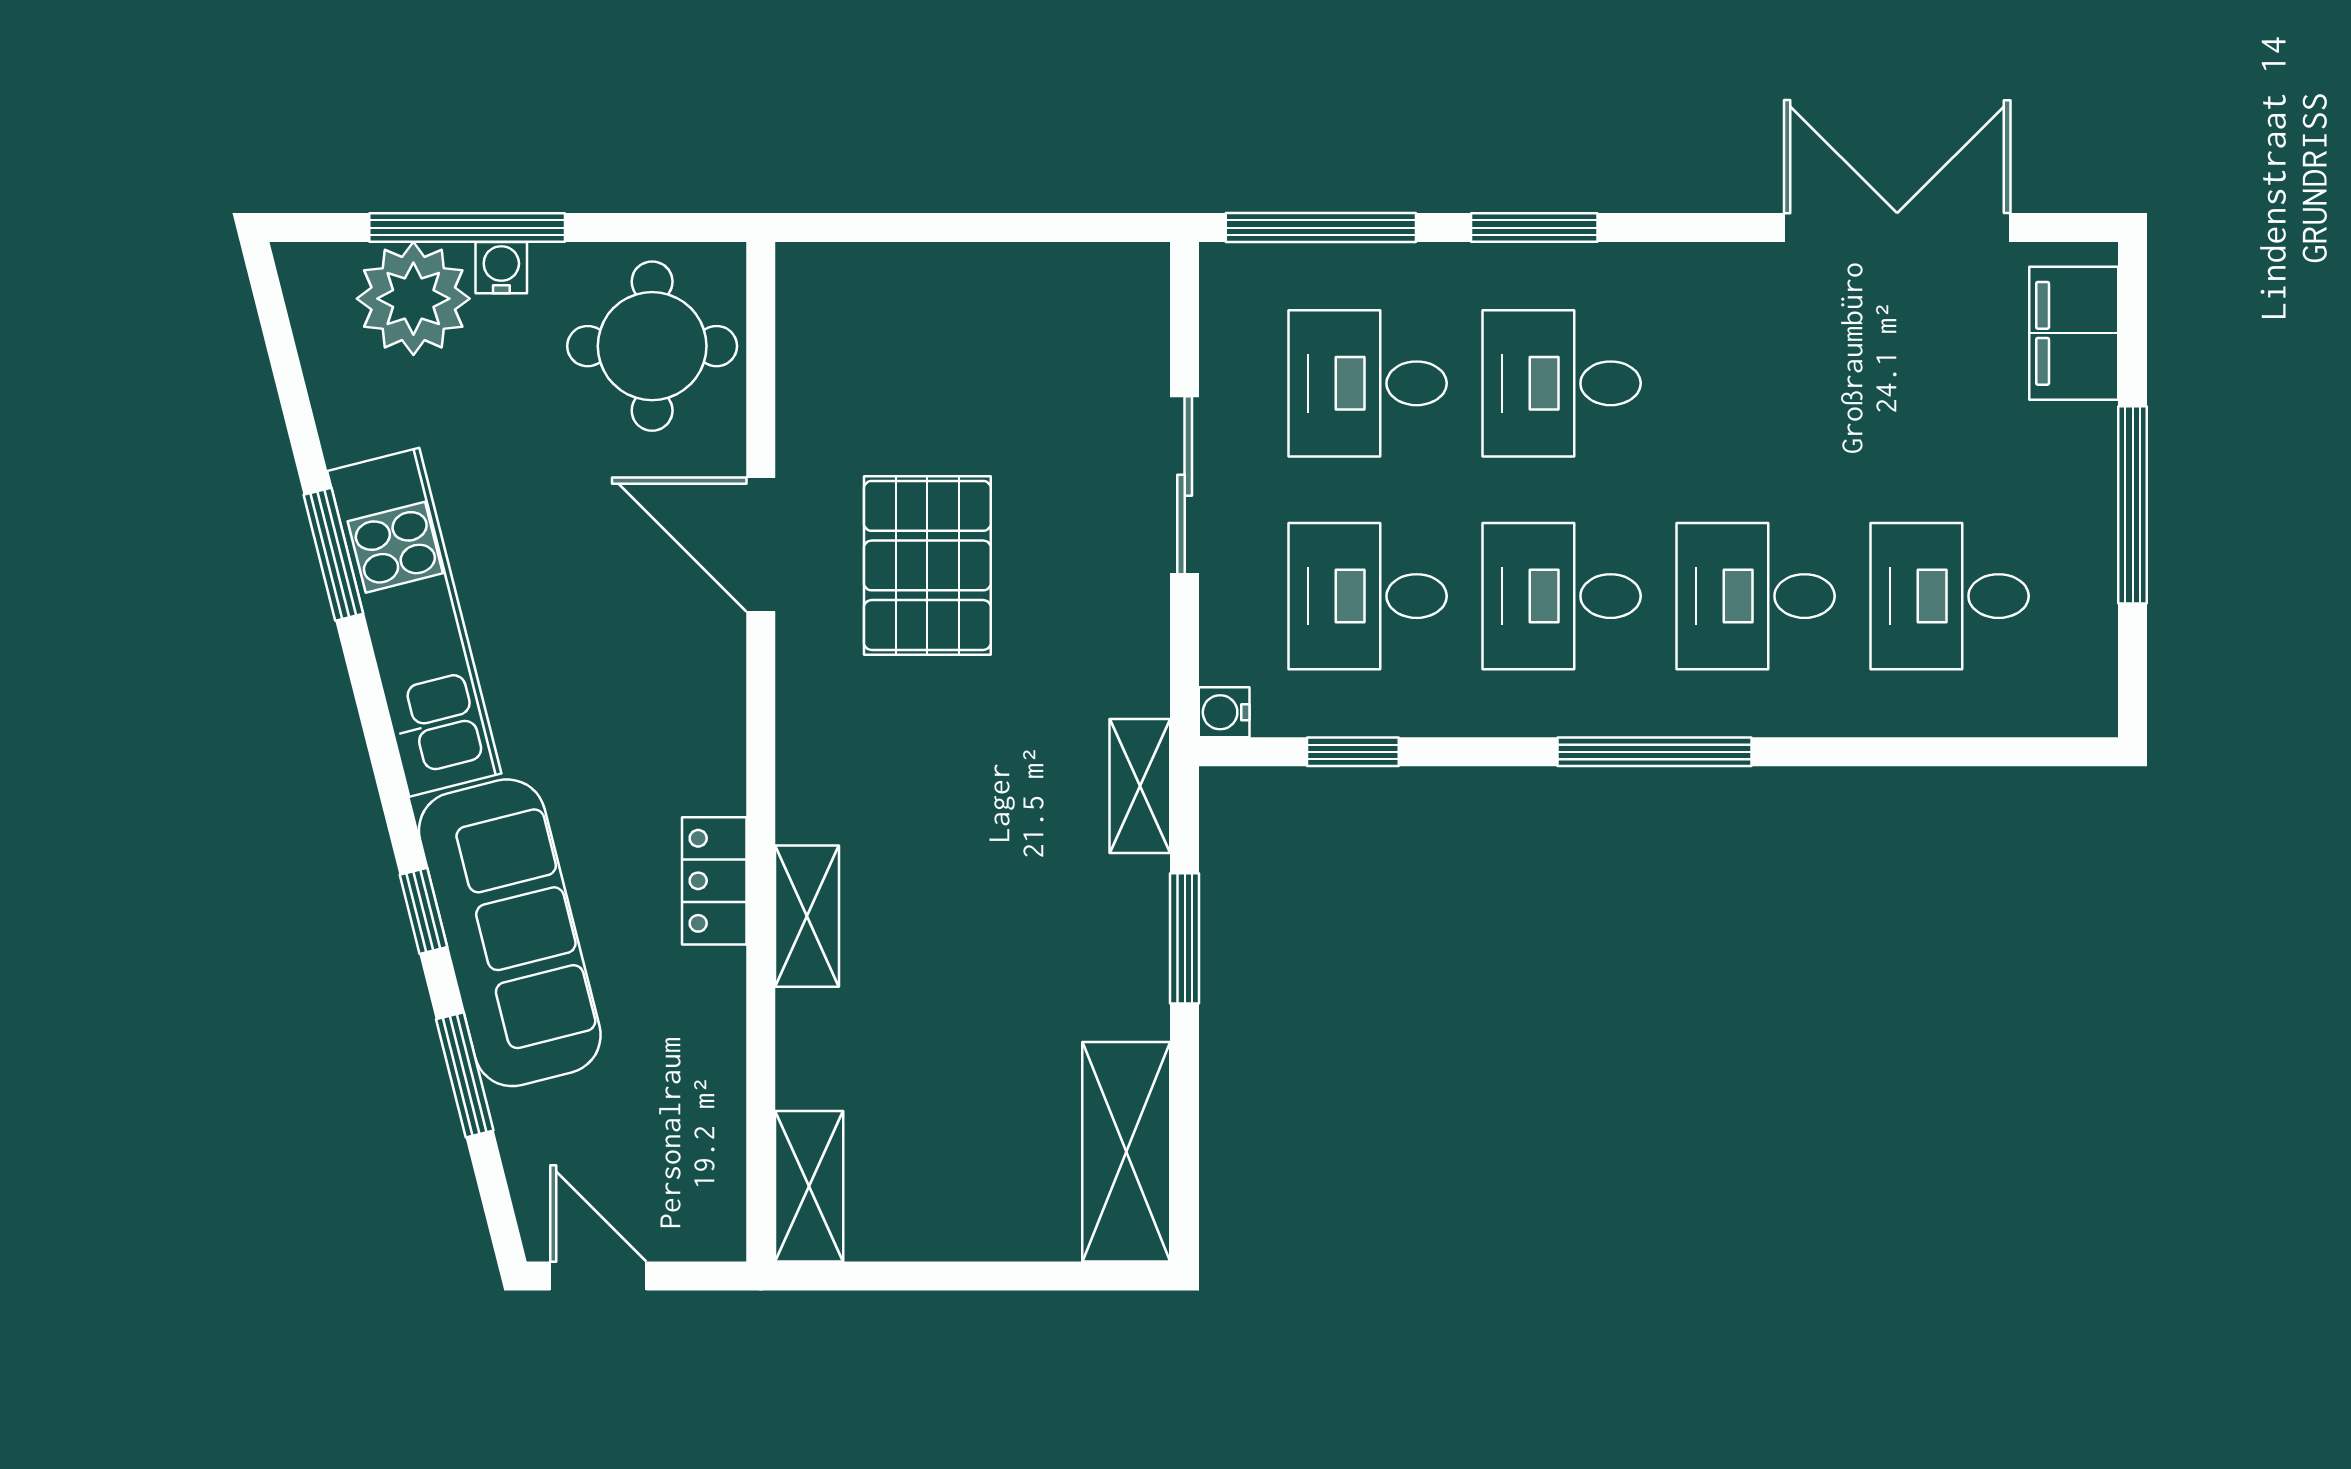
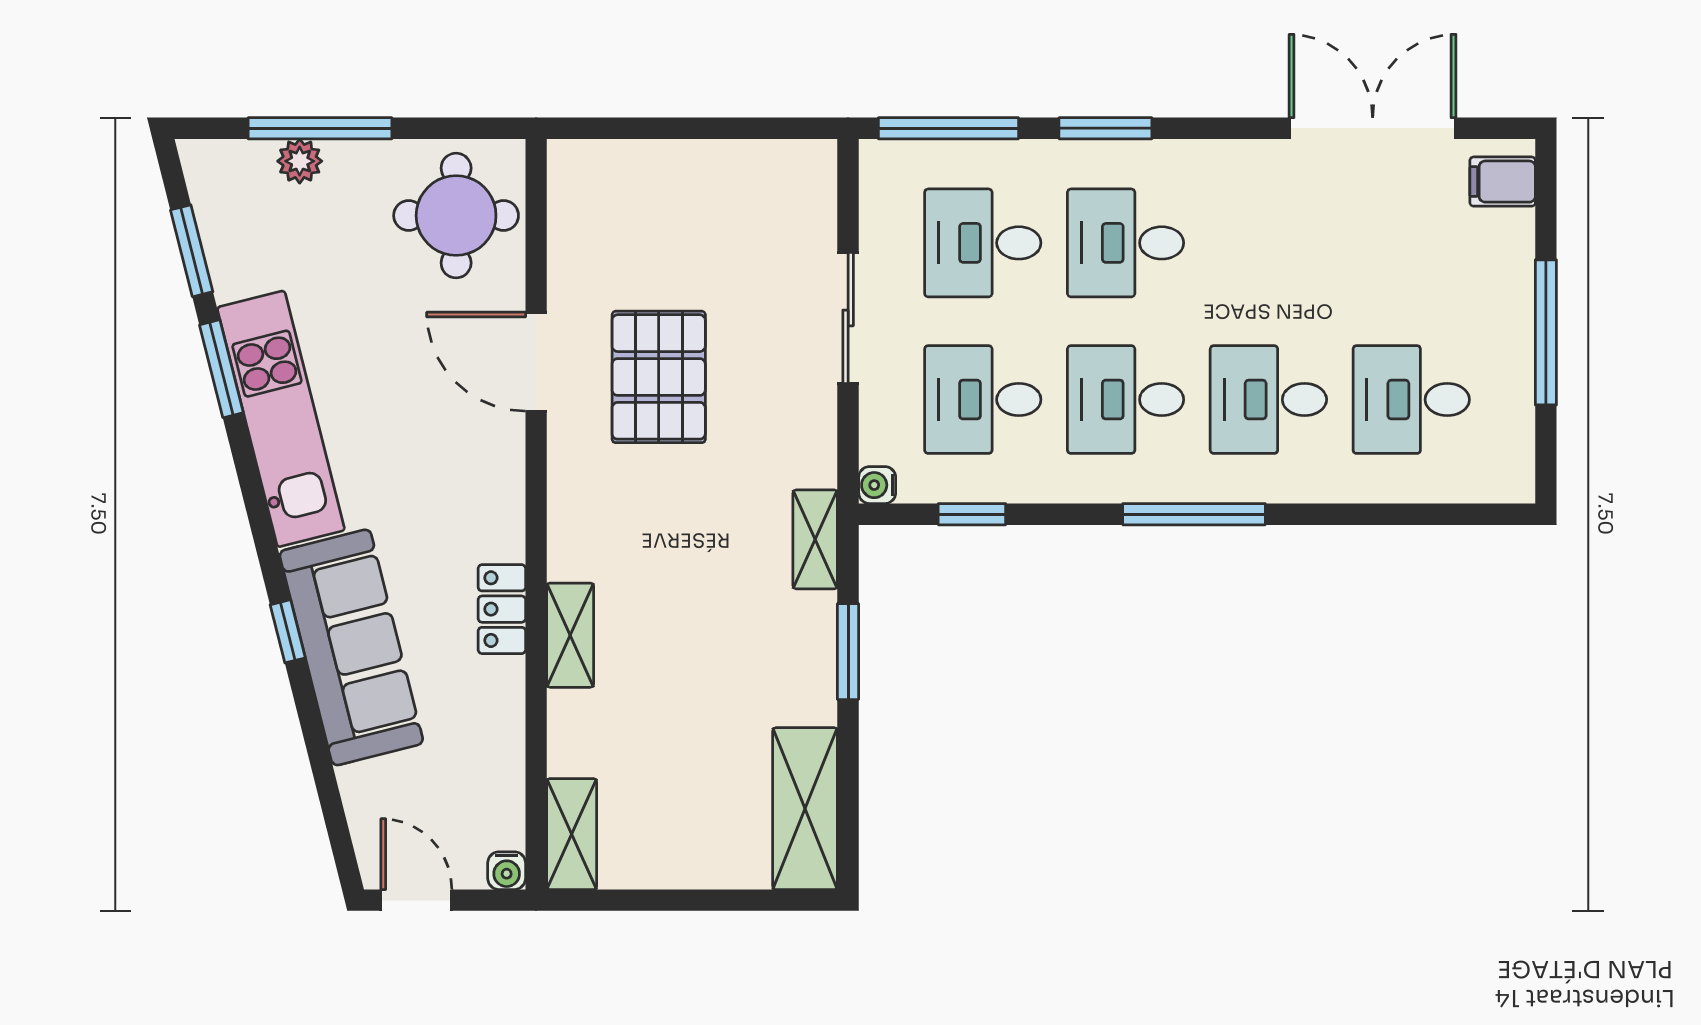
water cooler: (501, 268) -> (507, 871), moved, turned 180
plant: (413, 299) -> (300, 161), width x0.53, depth x0.53
filing cabinet: (2074, 333) -> (1503, 182), width x0.50
window: (465, 1075) -> (192, 251), moved

